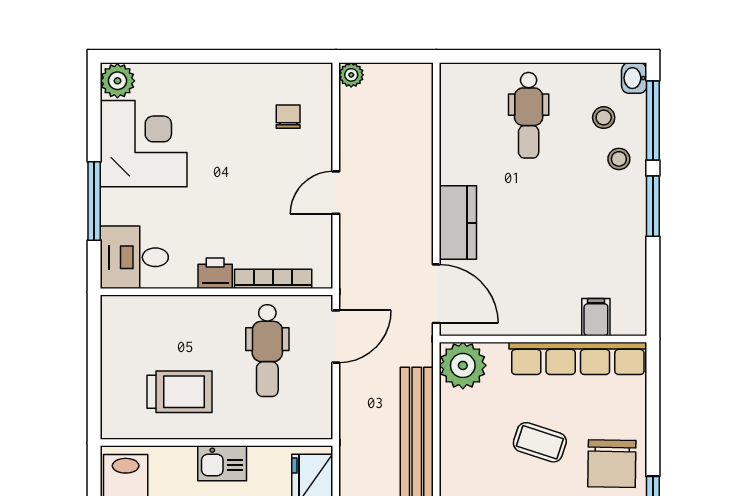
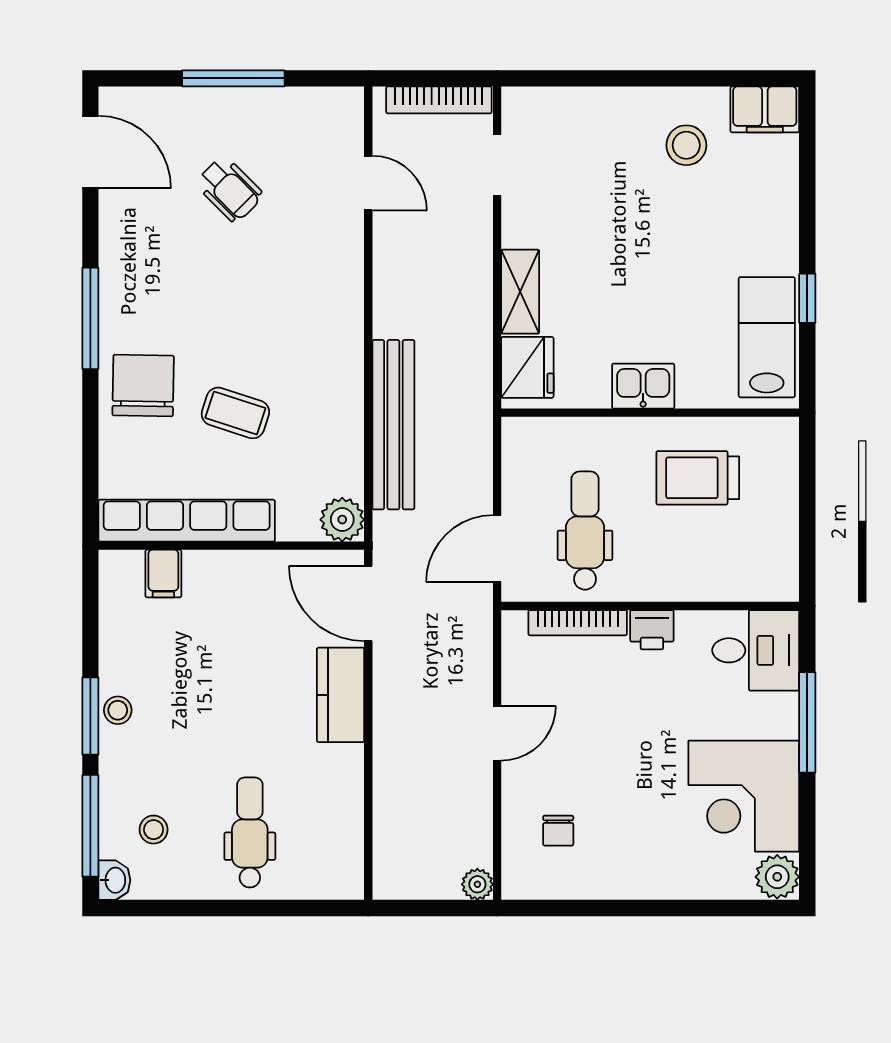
stool: (619, 159) -> (118, 710), moved
plant: (463, 365) -> (342, 520), width x0.73, depth x0.73

